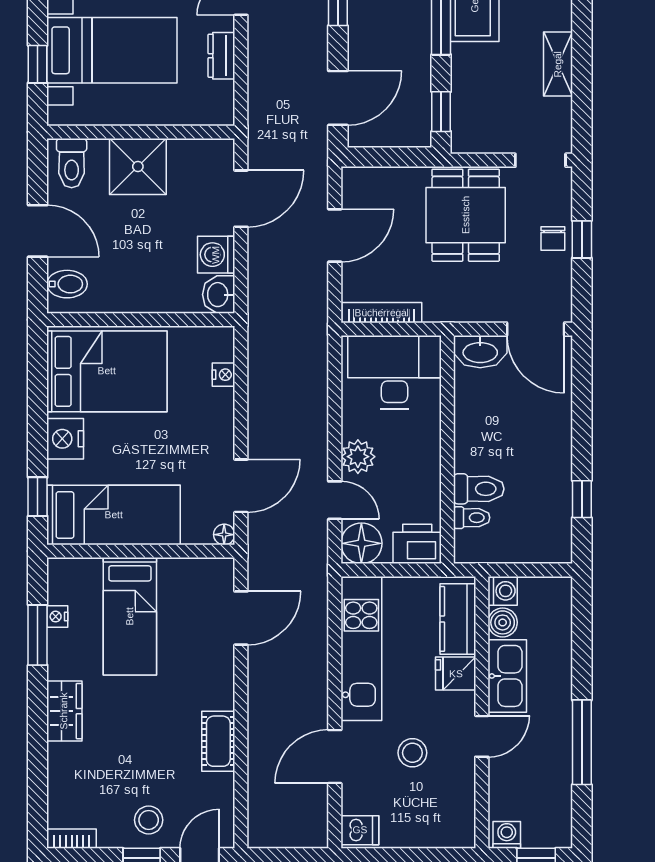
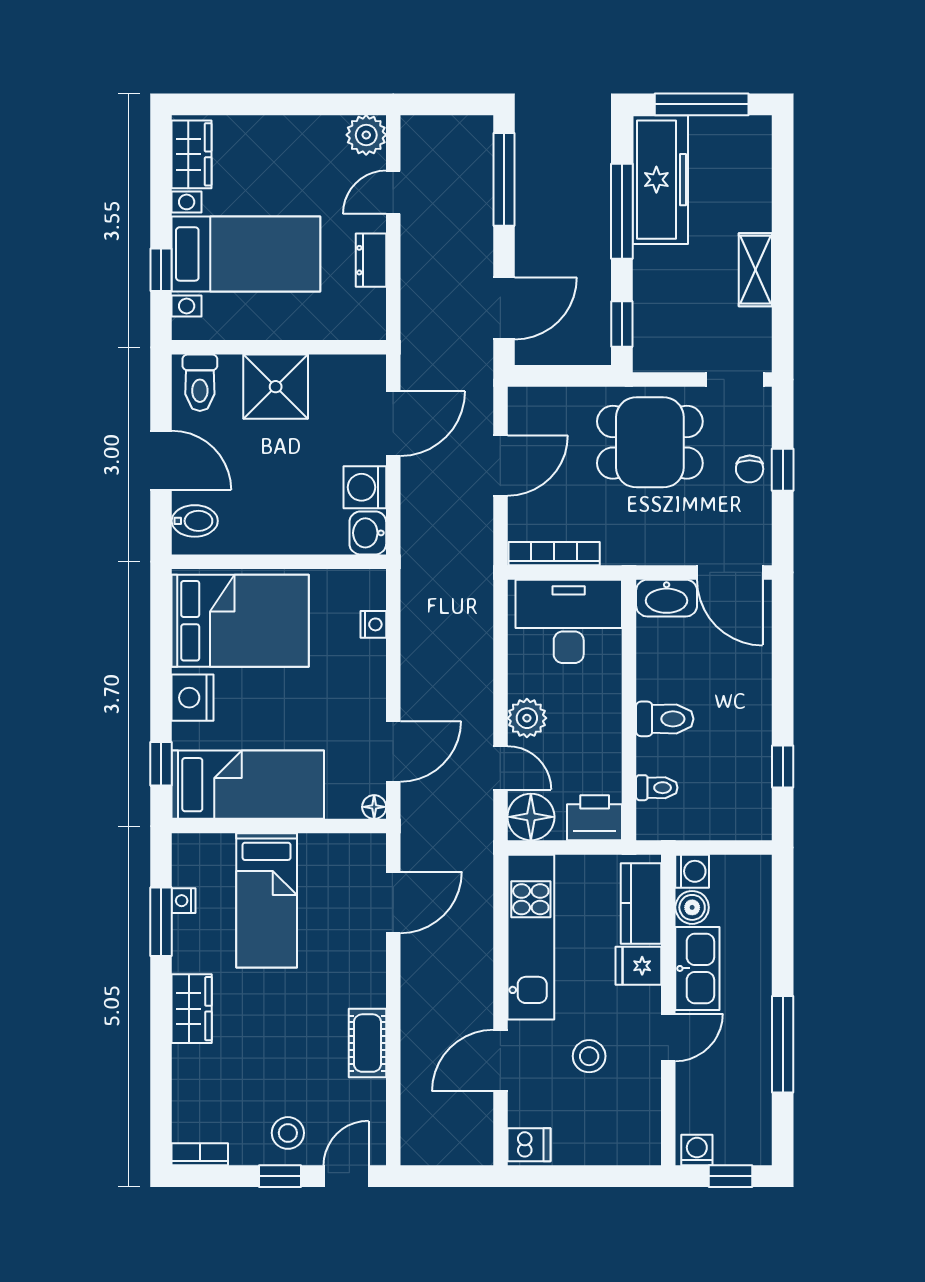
dining table: (466, 215) -> (650, 442), turned 90
toilet: (479, 489) -> (665, 719), moved

